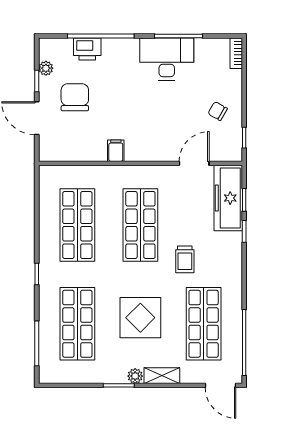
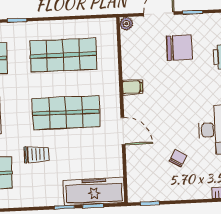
plant: (46, 68) -> (126, 24), moved
chair: (218, 111) -> (178, 158), moved
door: (194, 163) -> (123, 131), moved
trolley: (185, 259) -> (37, 154), turned 180

